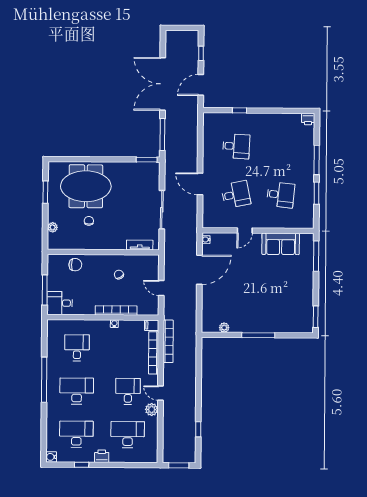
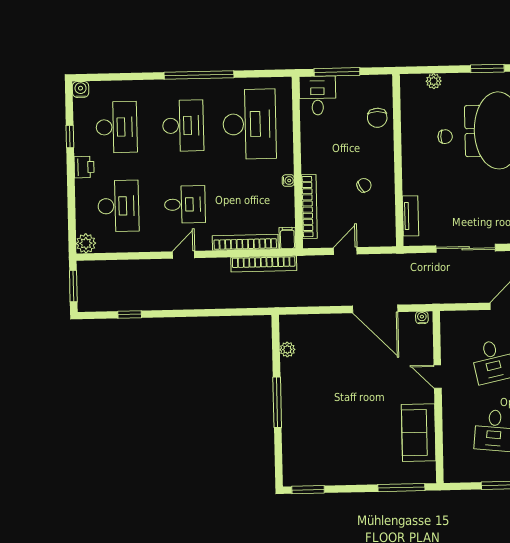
bookcase: (116, 310) -> (309, 207), moved
desk: (77, 348) -> (250, 124), width x1.87, depth x1.30
plant: (152, 409) -> (86, 243), moved

